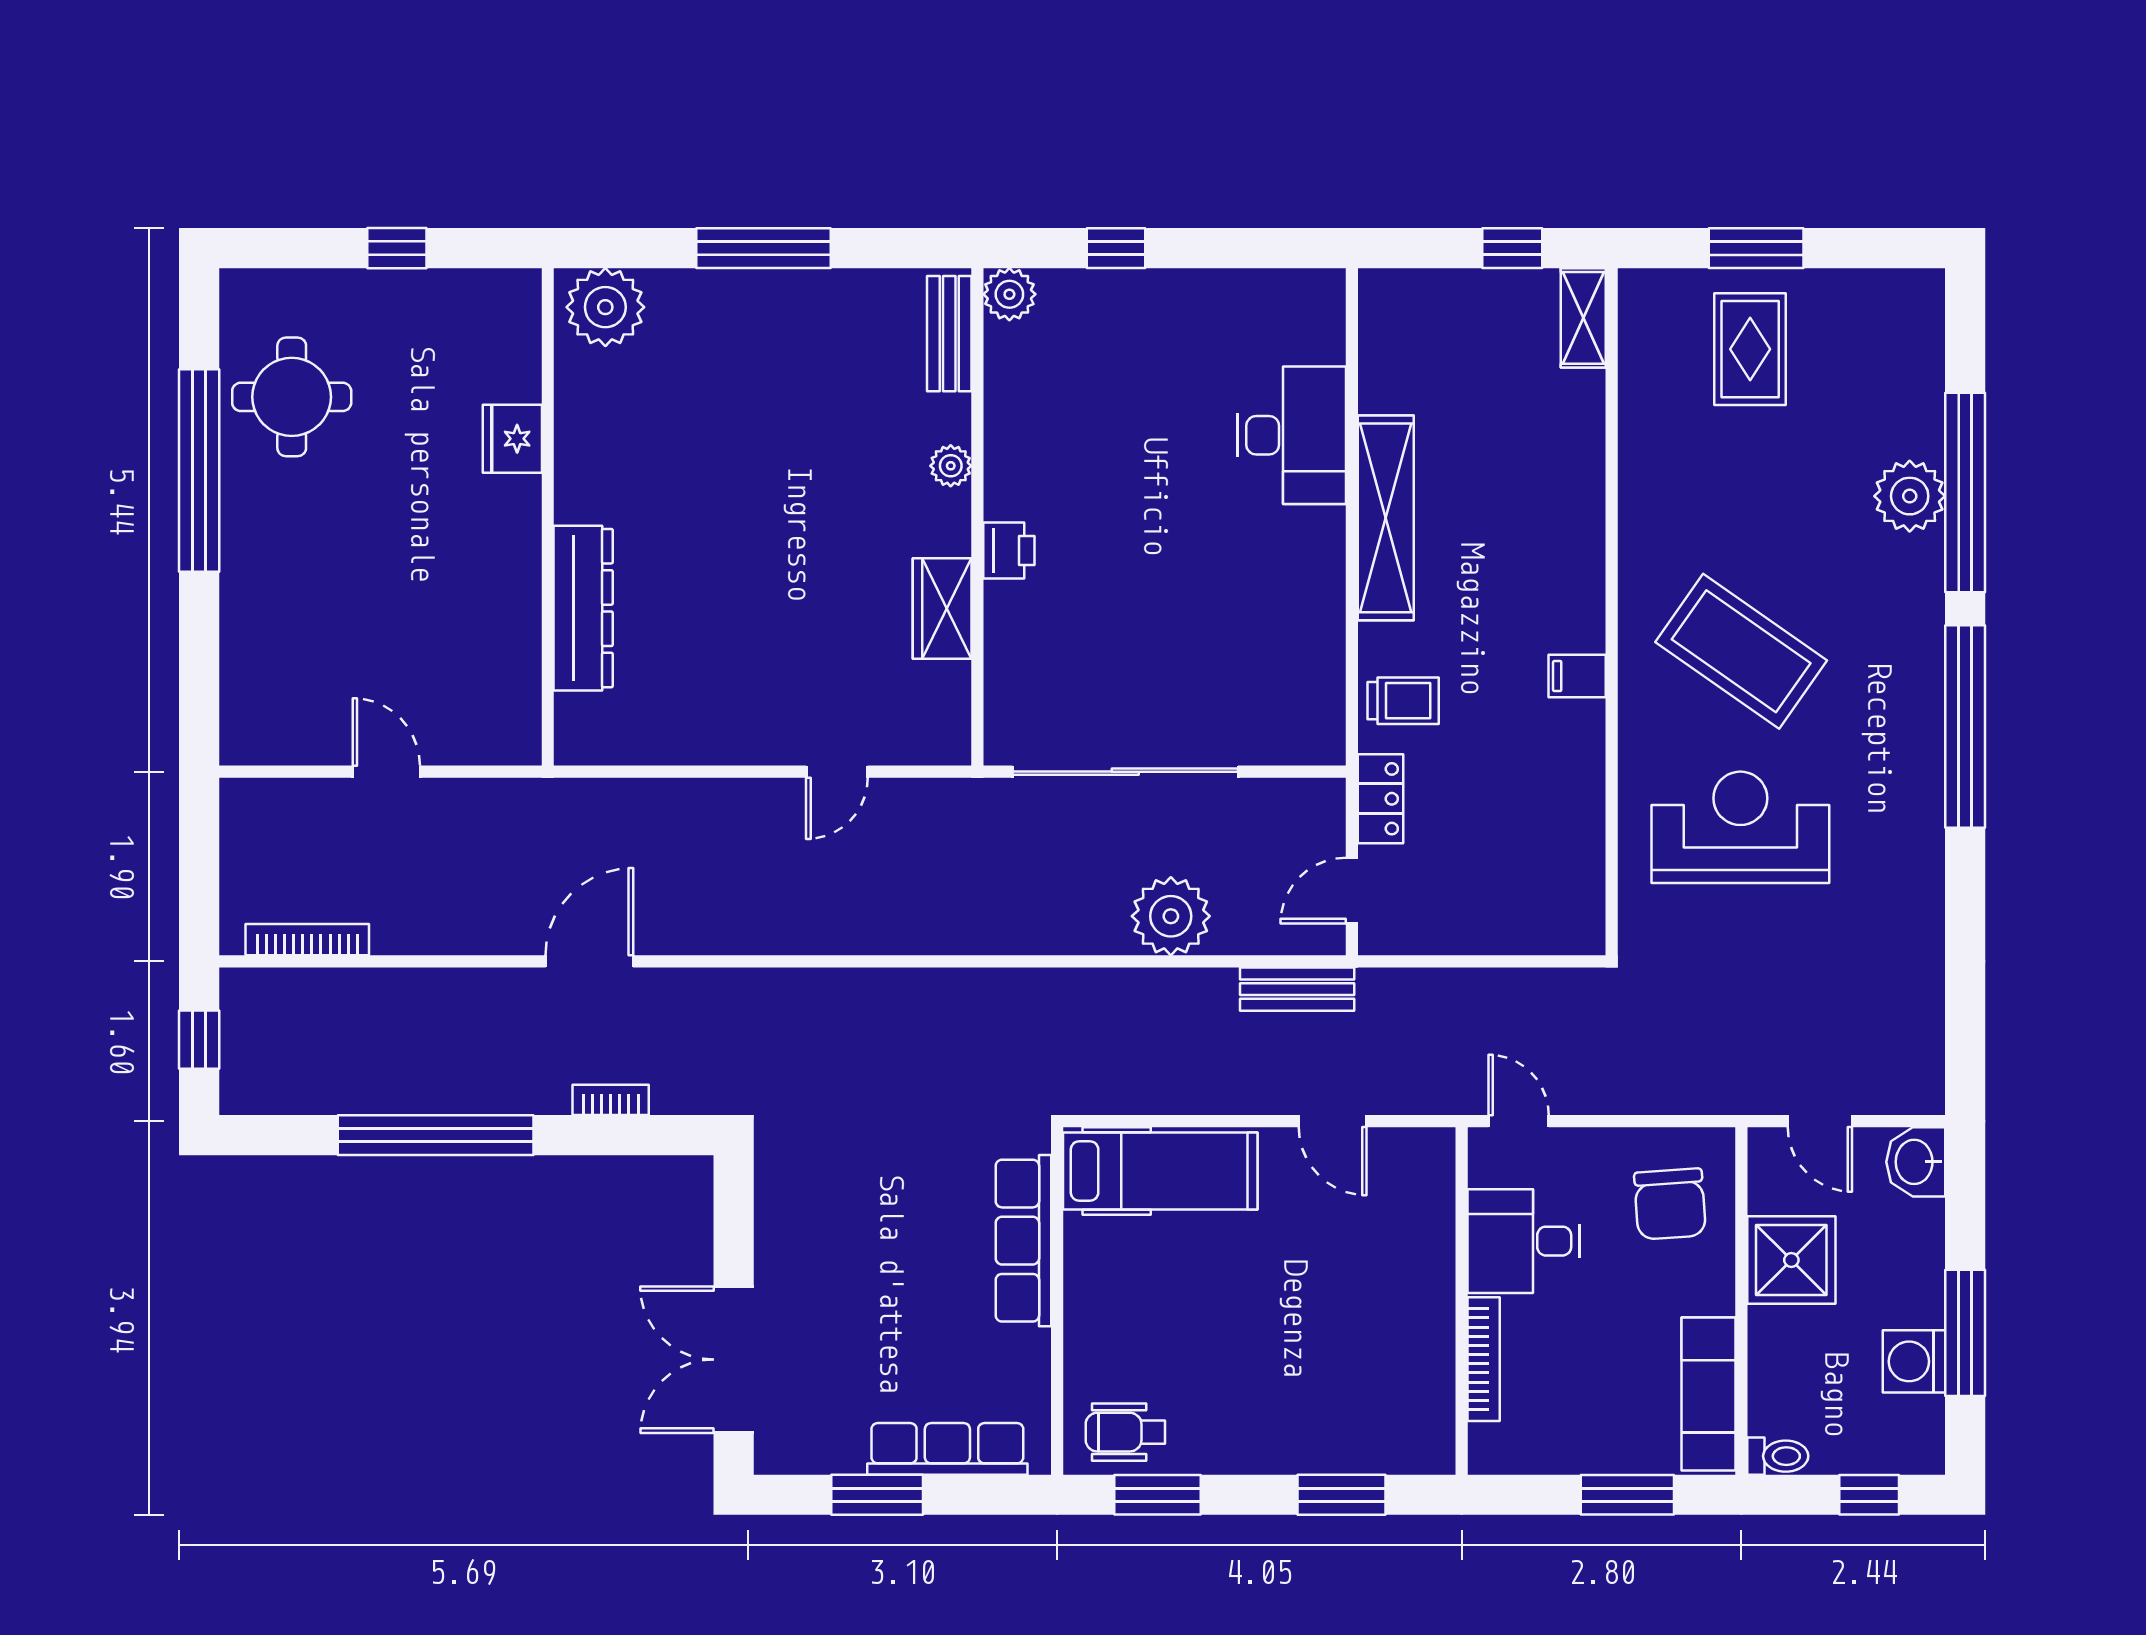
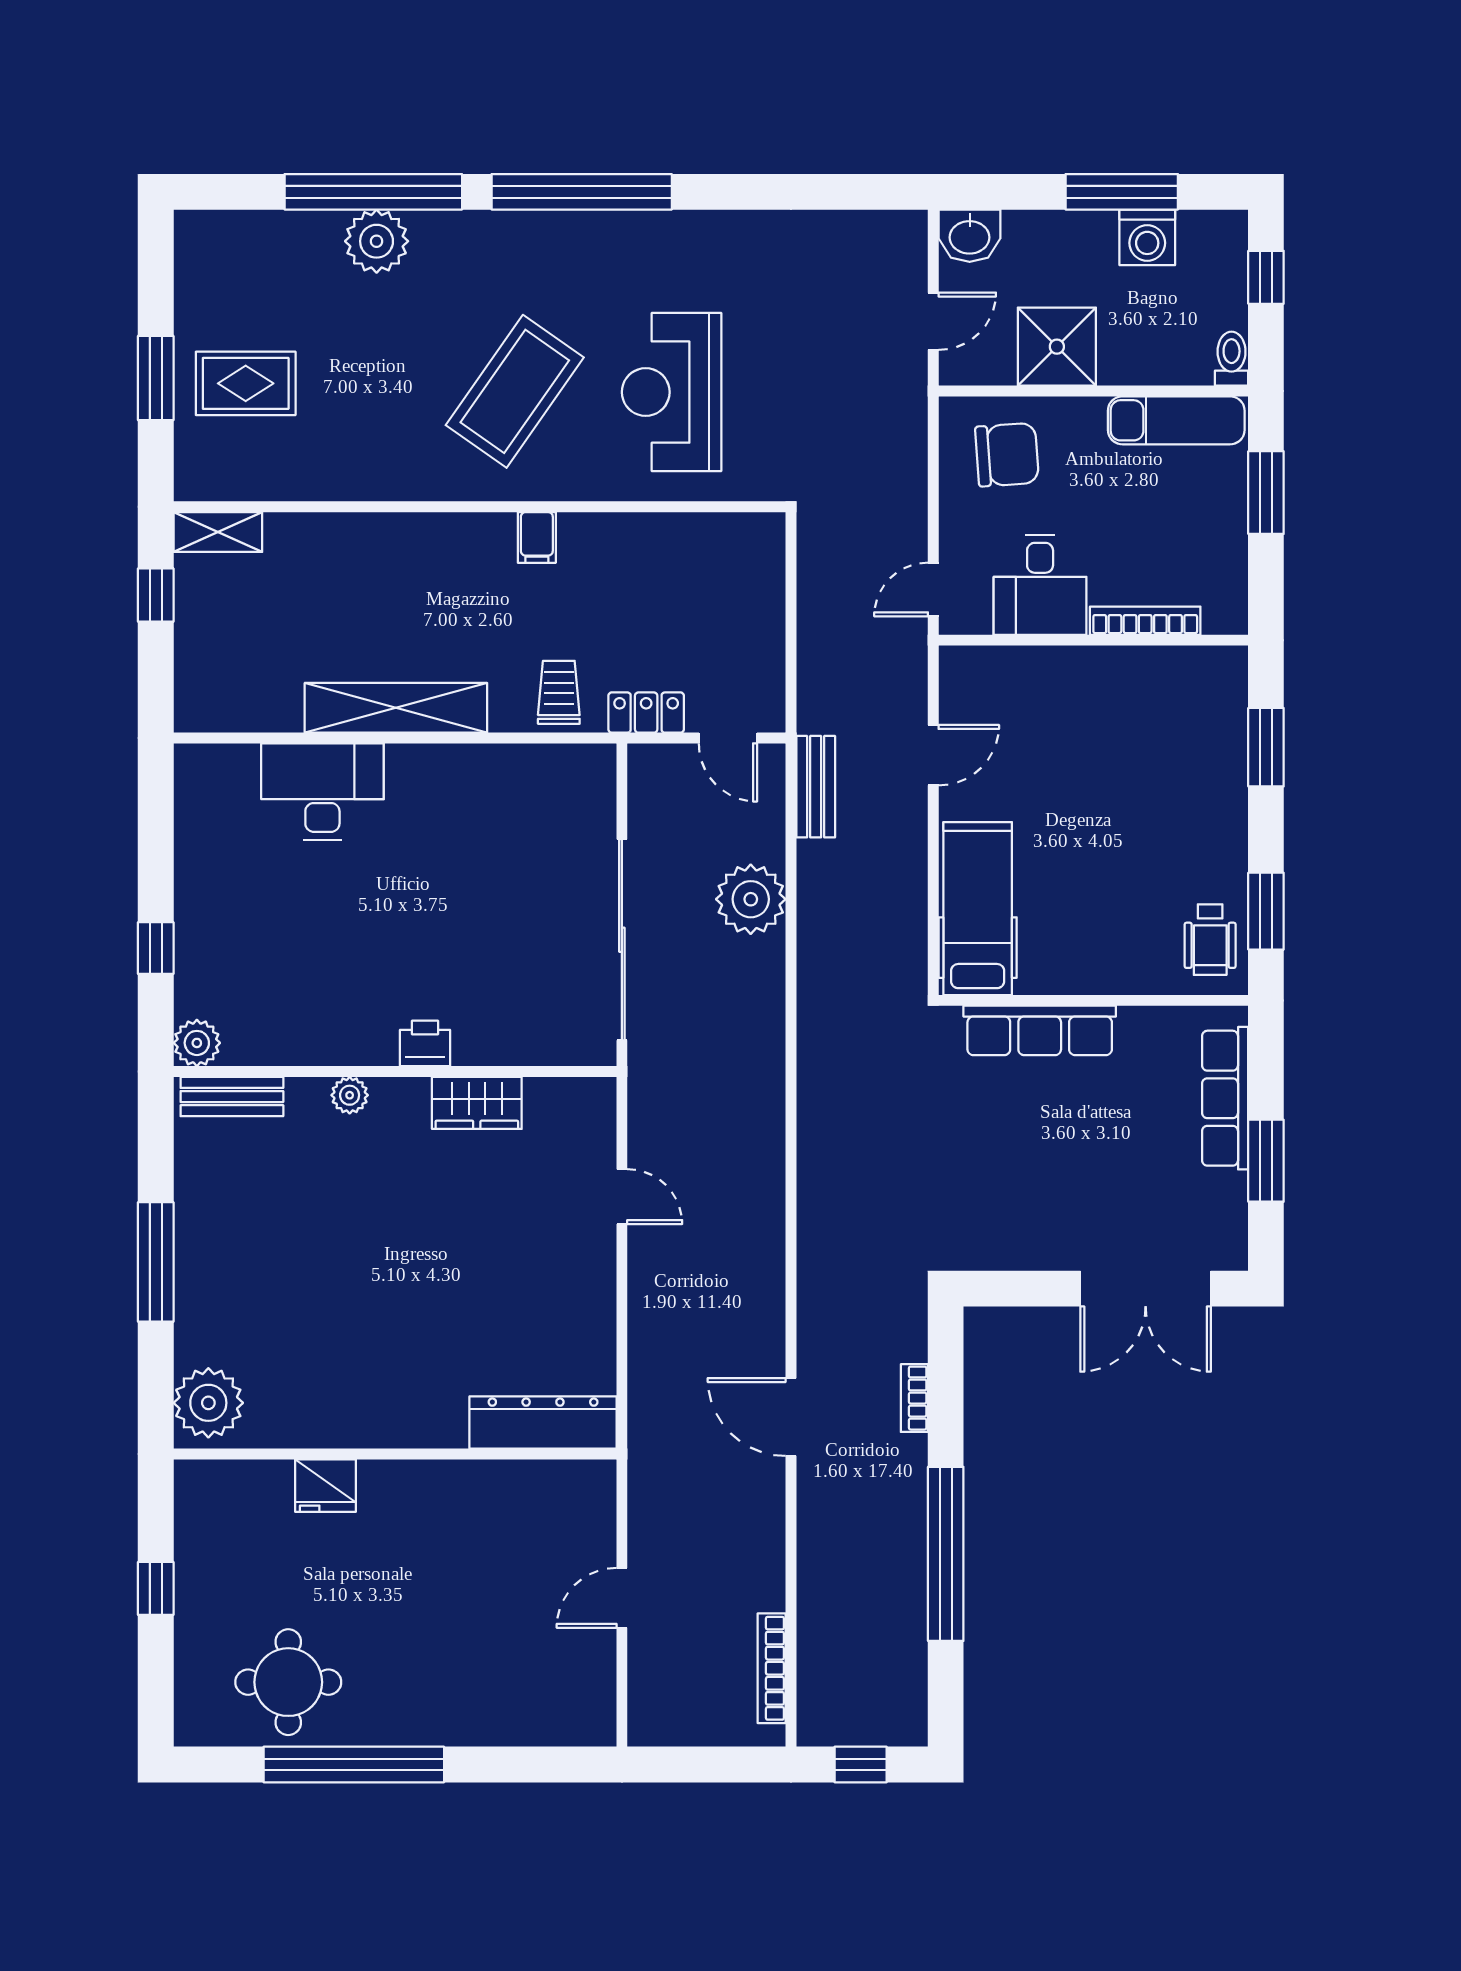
dresser: (583, 608) -> (543, 1423), moved

